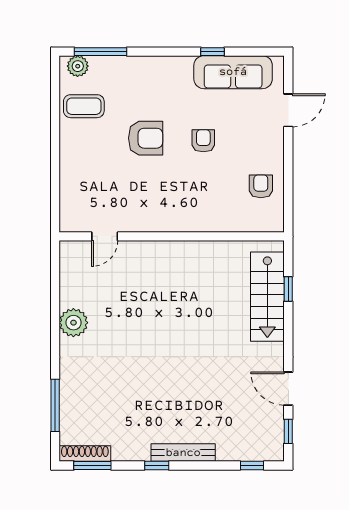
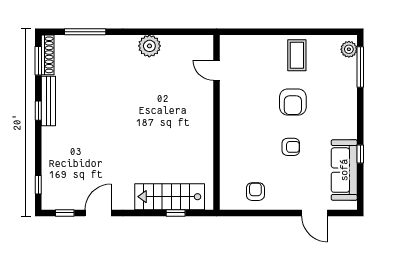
coffee table: (84, 106) -> (297, 55), moved
armchair: (261, 186) -> (255, 192), turned -90
bench: (183, 453) -> (48, 101), moved

